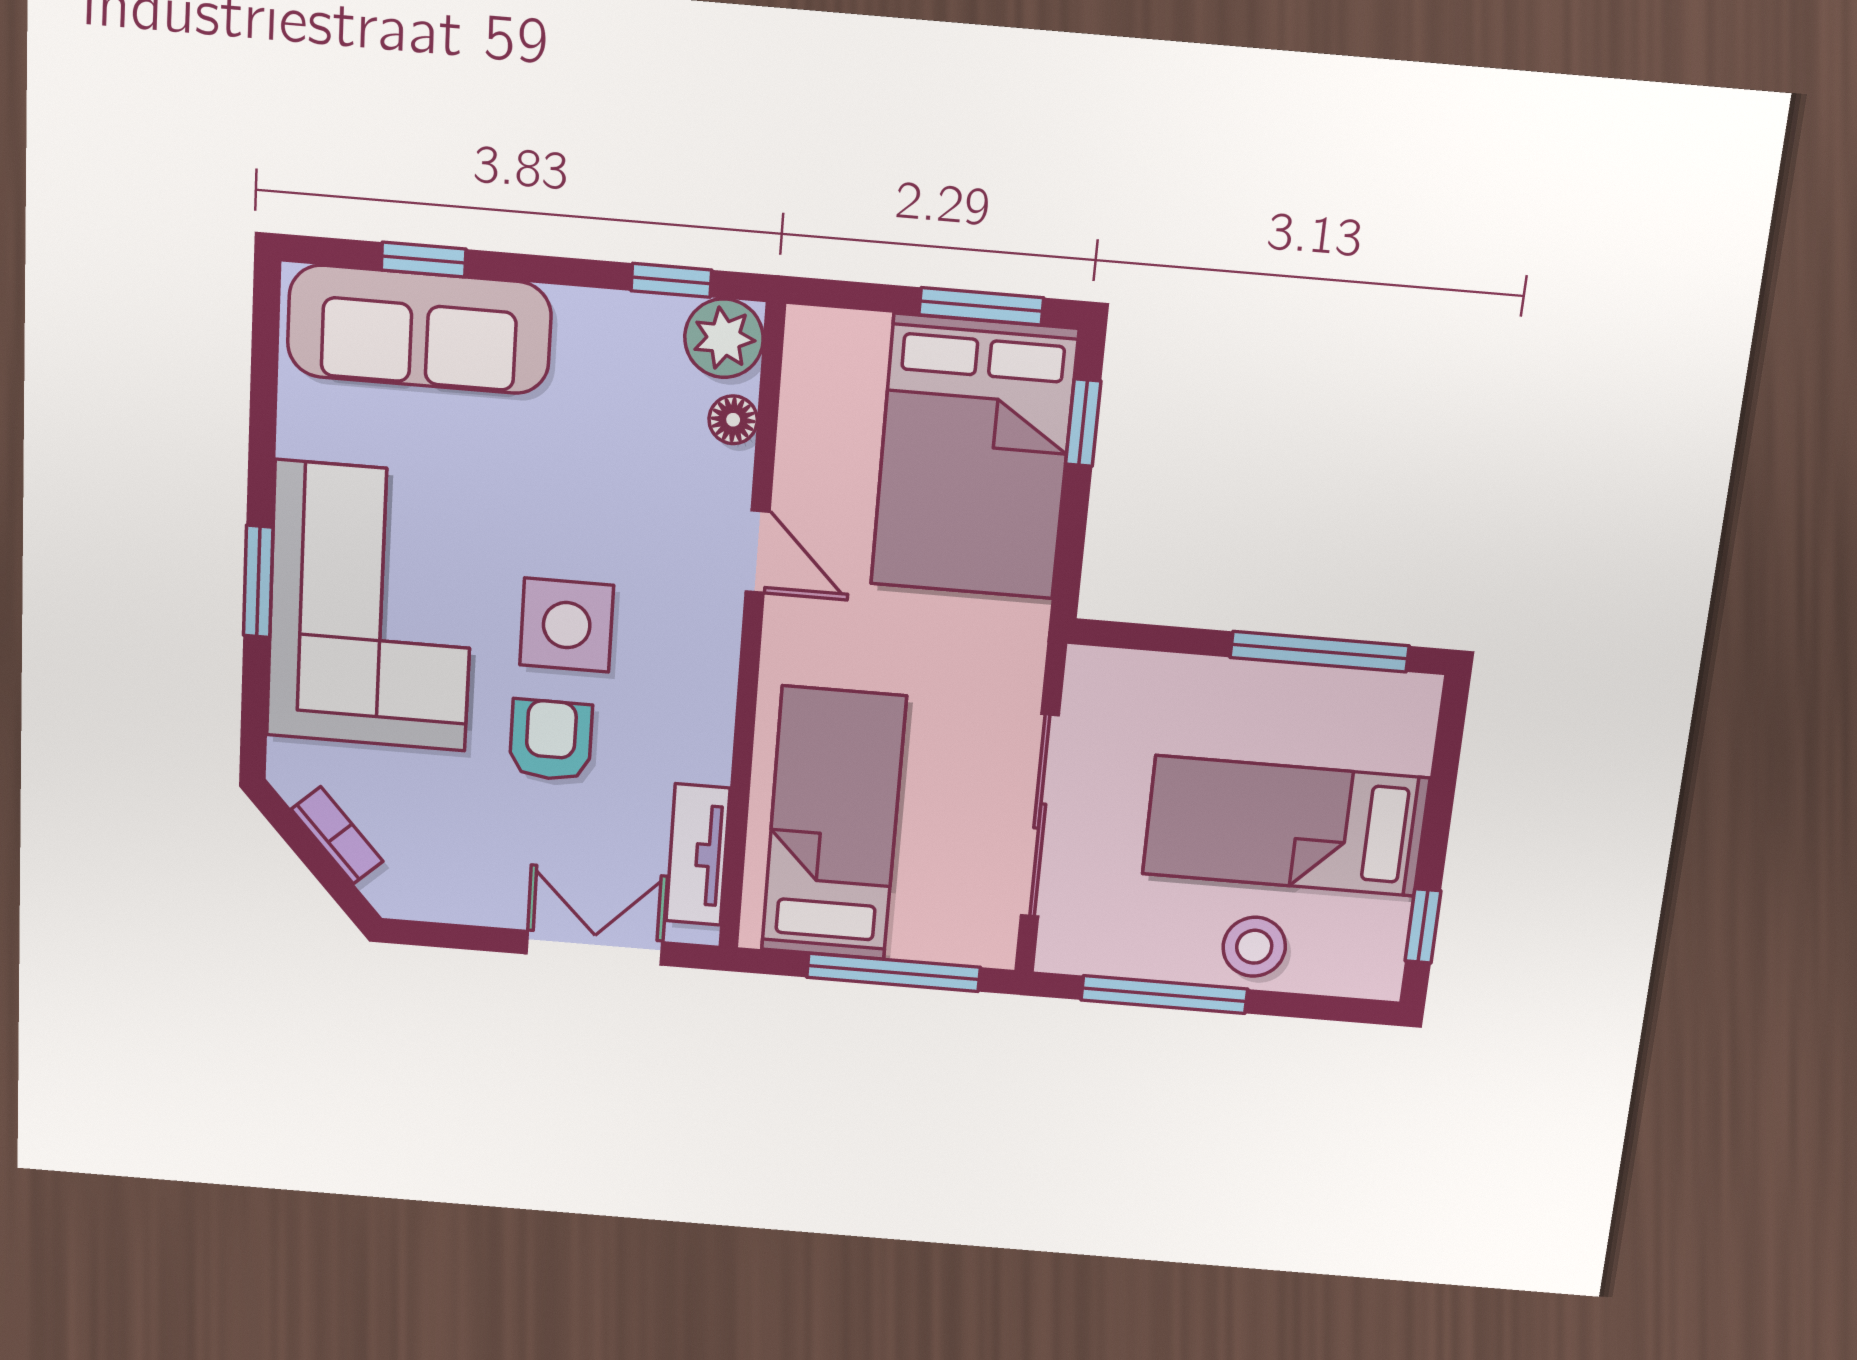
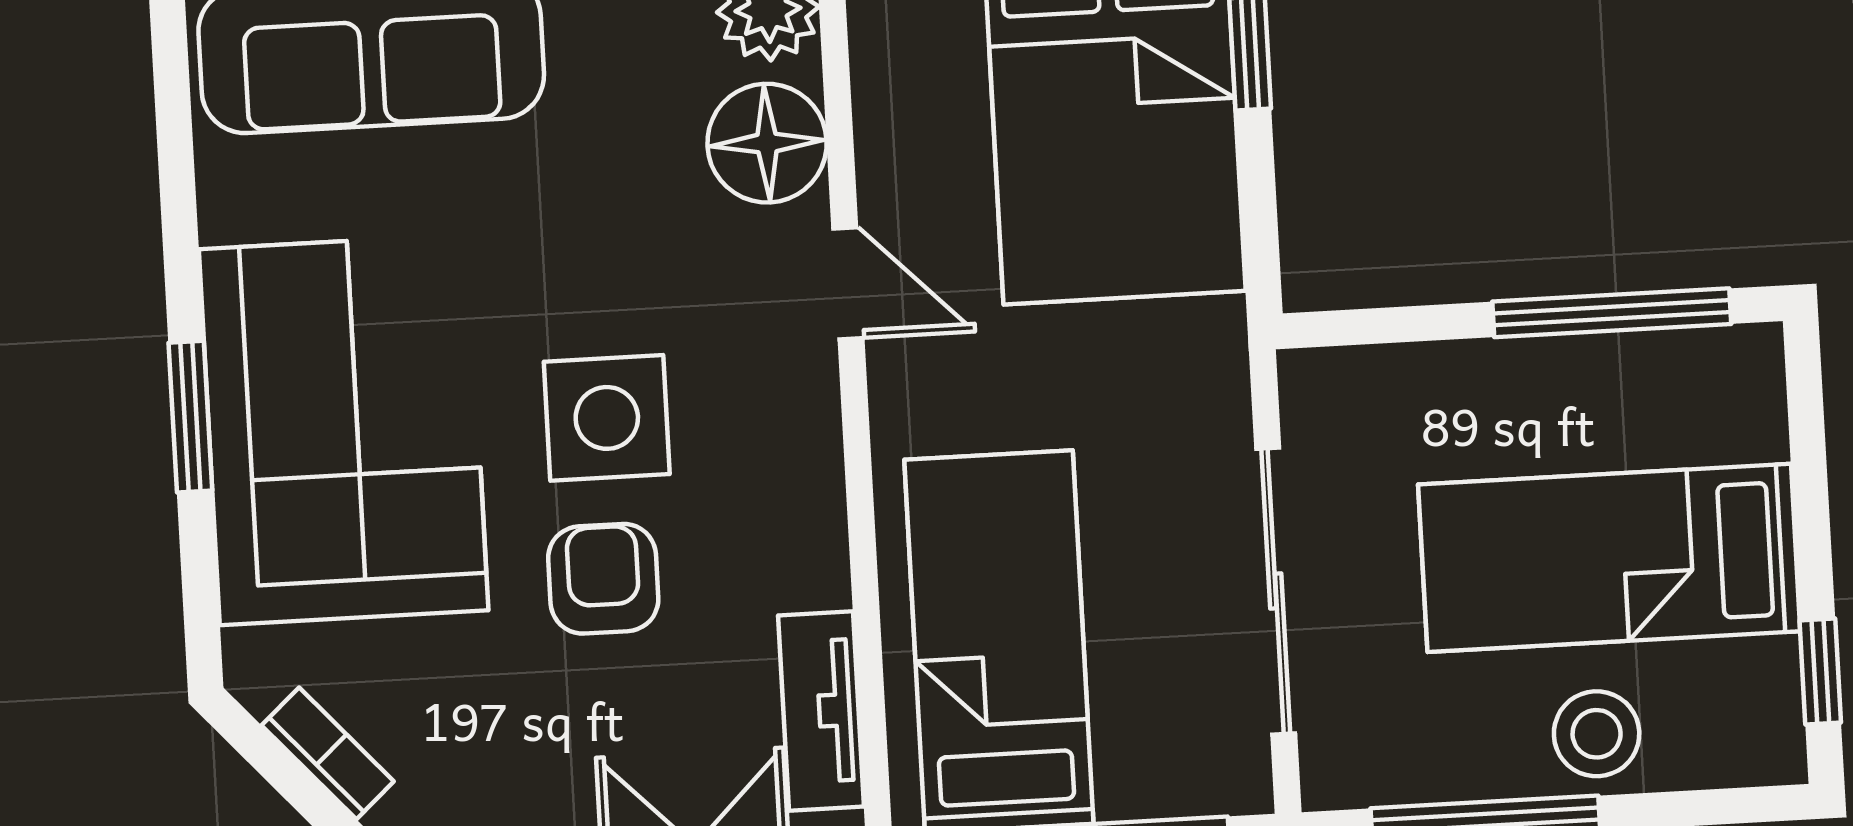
floor lamp: (733, 420) -> (767, 143), width x1.89, depth x1.89

